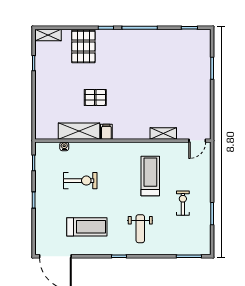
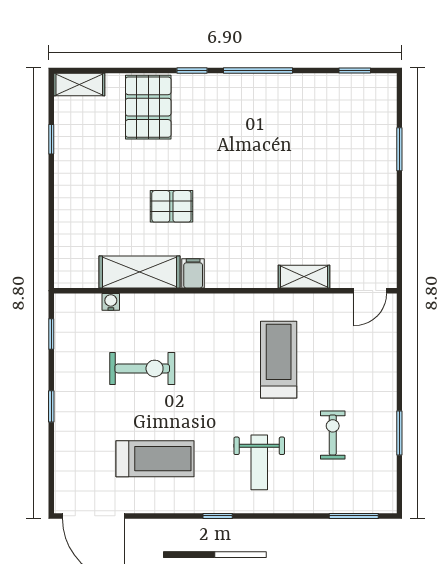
exercise bike: (183, 203) -> (333, 435), moved

